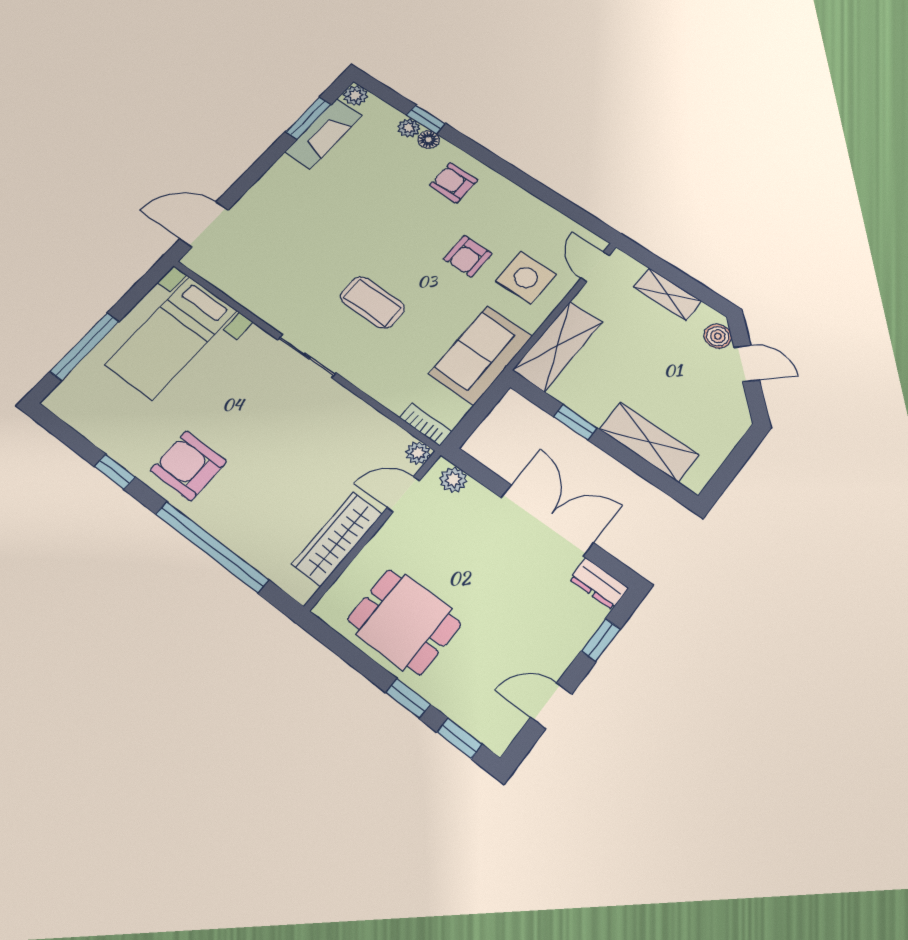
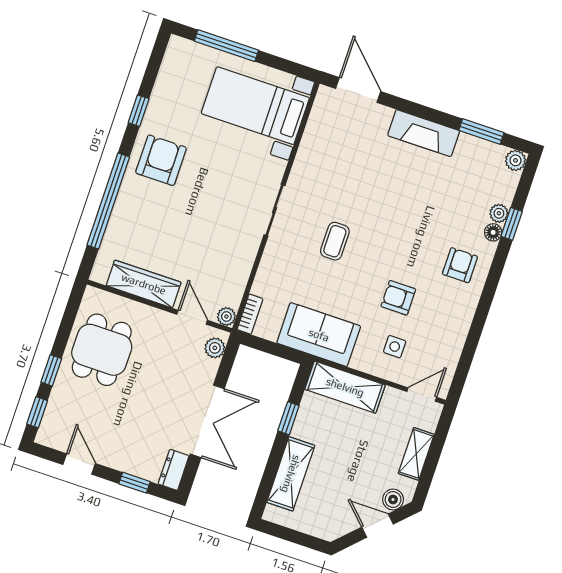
fireplace: (323, 134) -> (424, 133), moved
side table: (526, 278) -> (395, 347), width x0.54, depth x0.54
coffee table: (372, 302) -> (335, 241), width x0.73, depth x0.77
door: (747, 363) -> (377, 526), swing flipped

